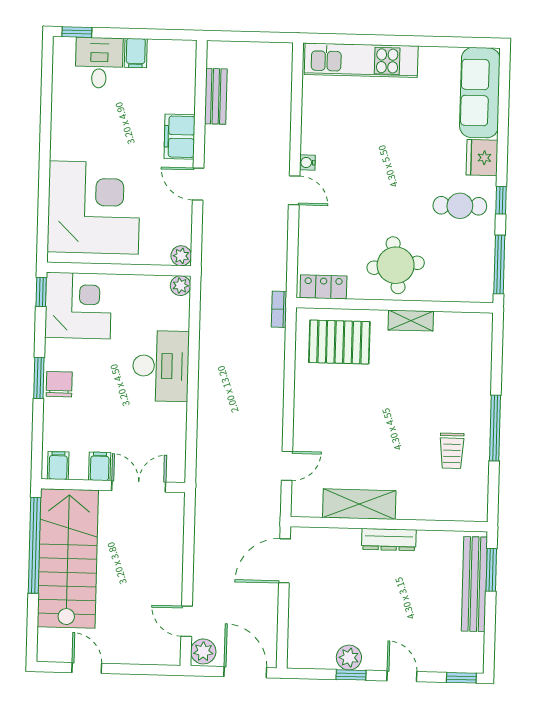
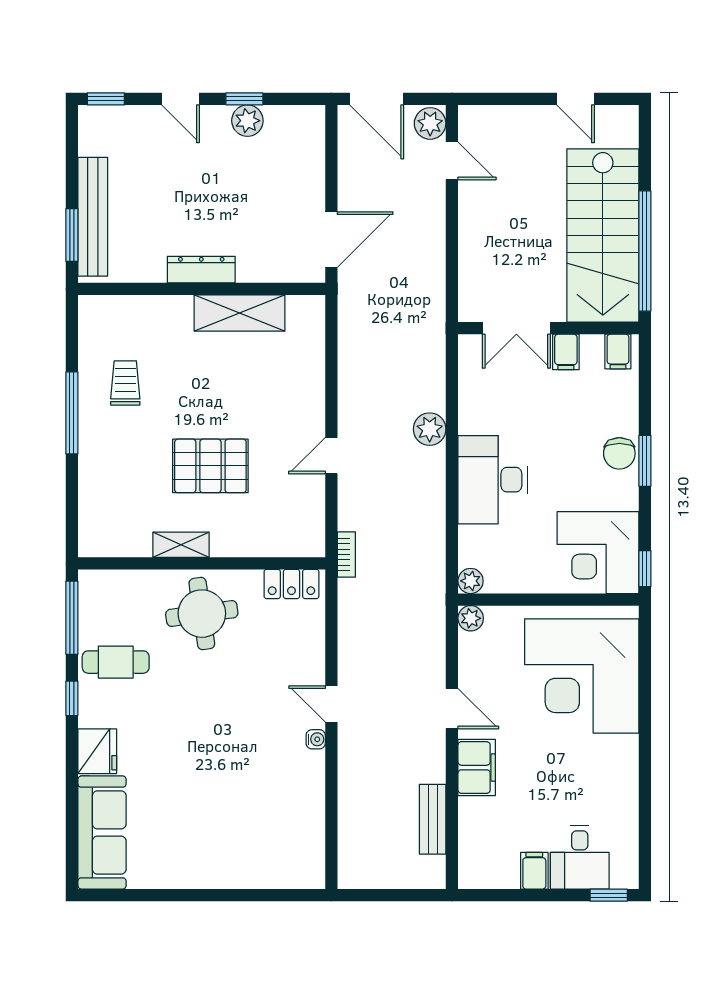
kitchen unit: (361, 60) -> (252, 869), removed
cafe table: (460, 206) -> (116, 662), moved
pallet: (339, 342) -> (210, 466), moved
plant: (210, 408) -> (430, 429), added
door: (287, 466) -> (331, 456), moved

